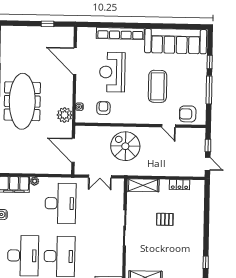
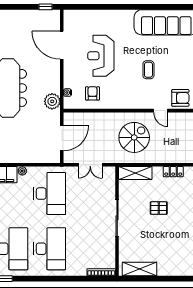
window: (47, 24) -> (46, 7), moved
row of seats: (120, 33) -> (109, 15), removed
coffee table: (158, 86) -> (148, 70), width x0.54, depth x0.58
armchair: (188, 114) -> (180, 98), turned 180
spiral stairs: (125, 146) -> (134, 137), moved, turned 90
door: (73, 150) -> (62, 138), swing flipped

